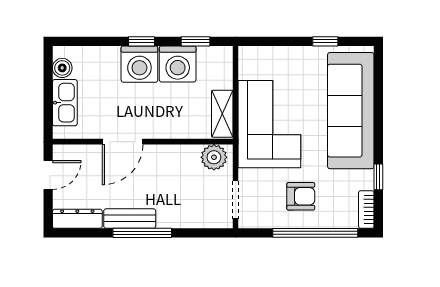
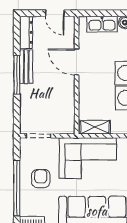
plant: (214, 157) -> (66, 122), removed
armchair: (301, 196) -> (41, 179), turned 180

